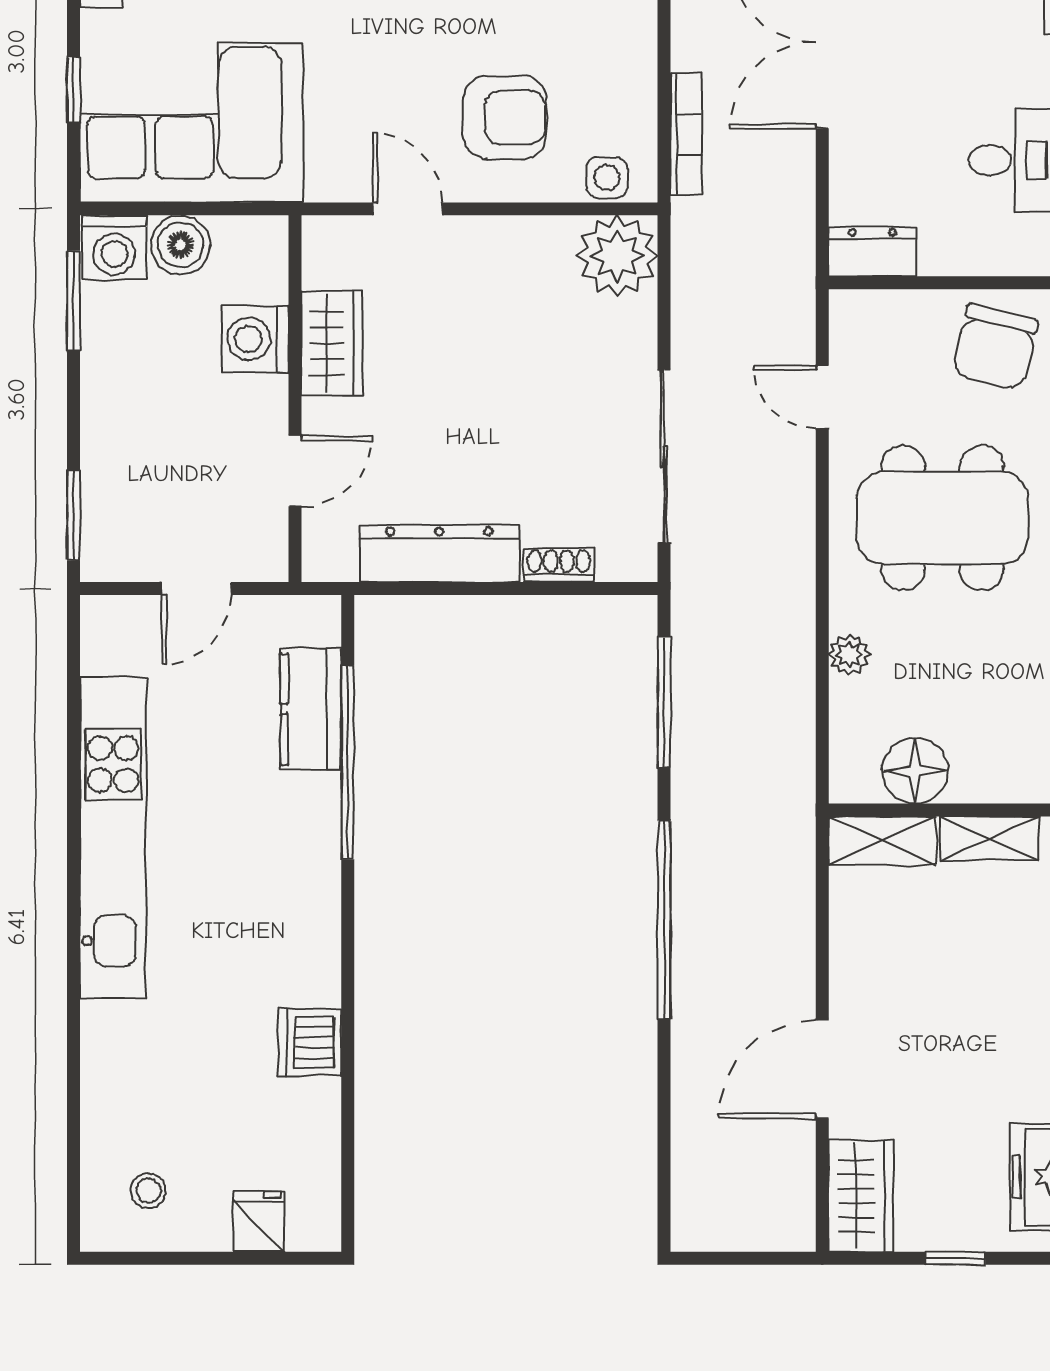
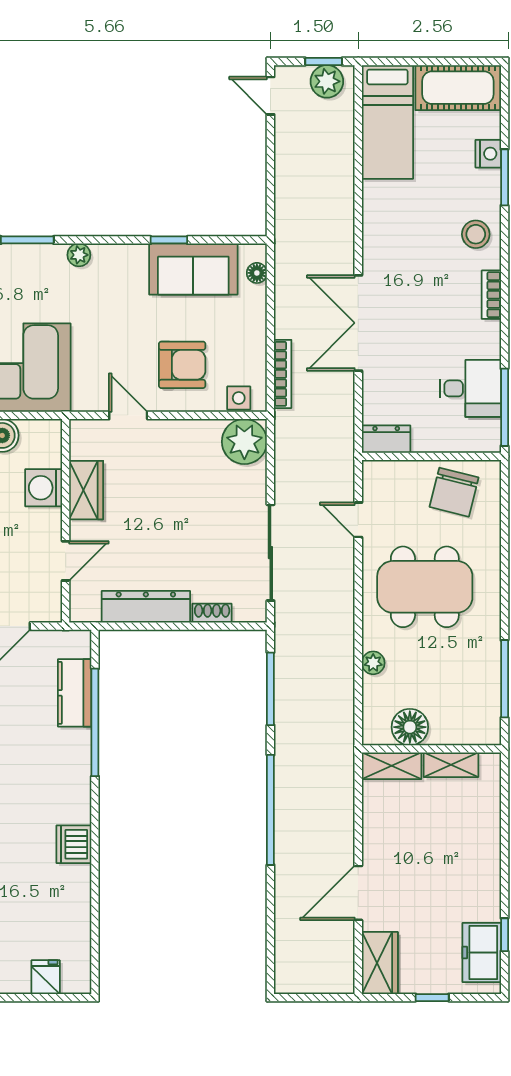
dishwasher: (310, 1042) -> (74, 844), moved

